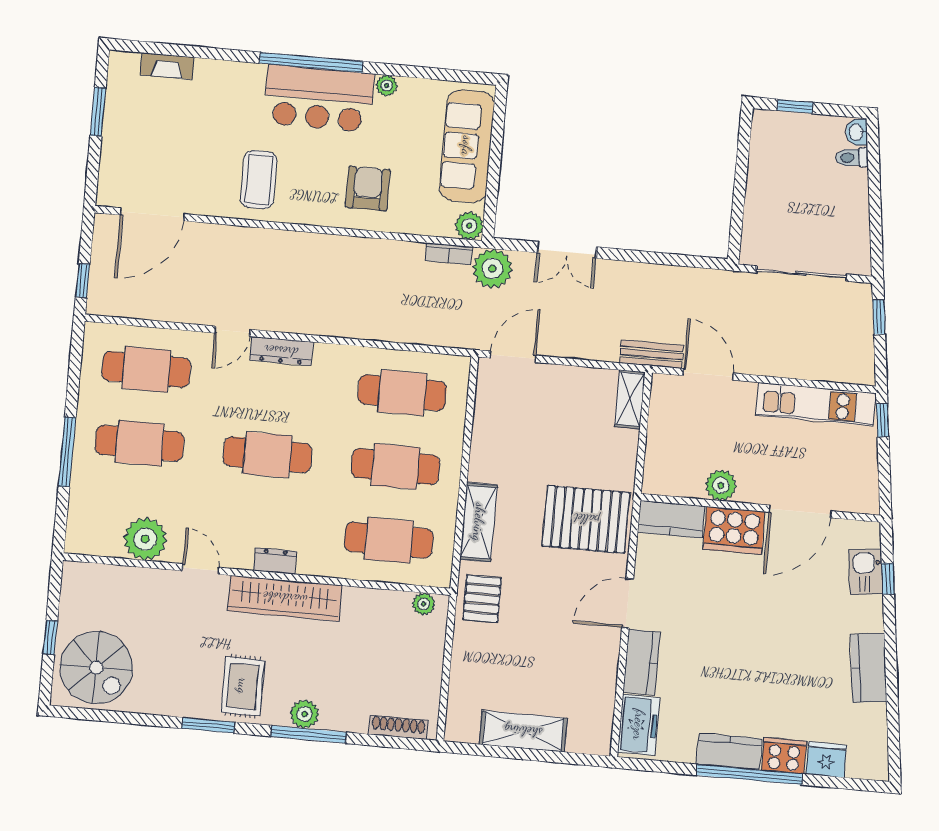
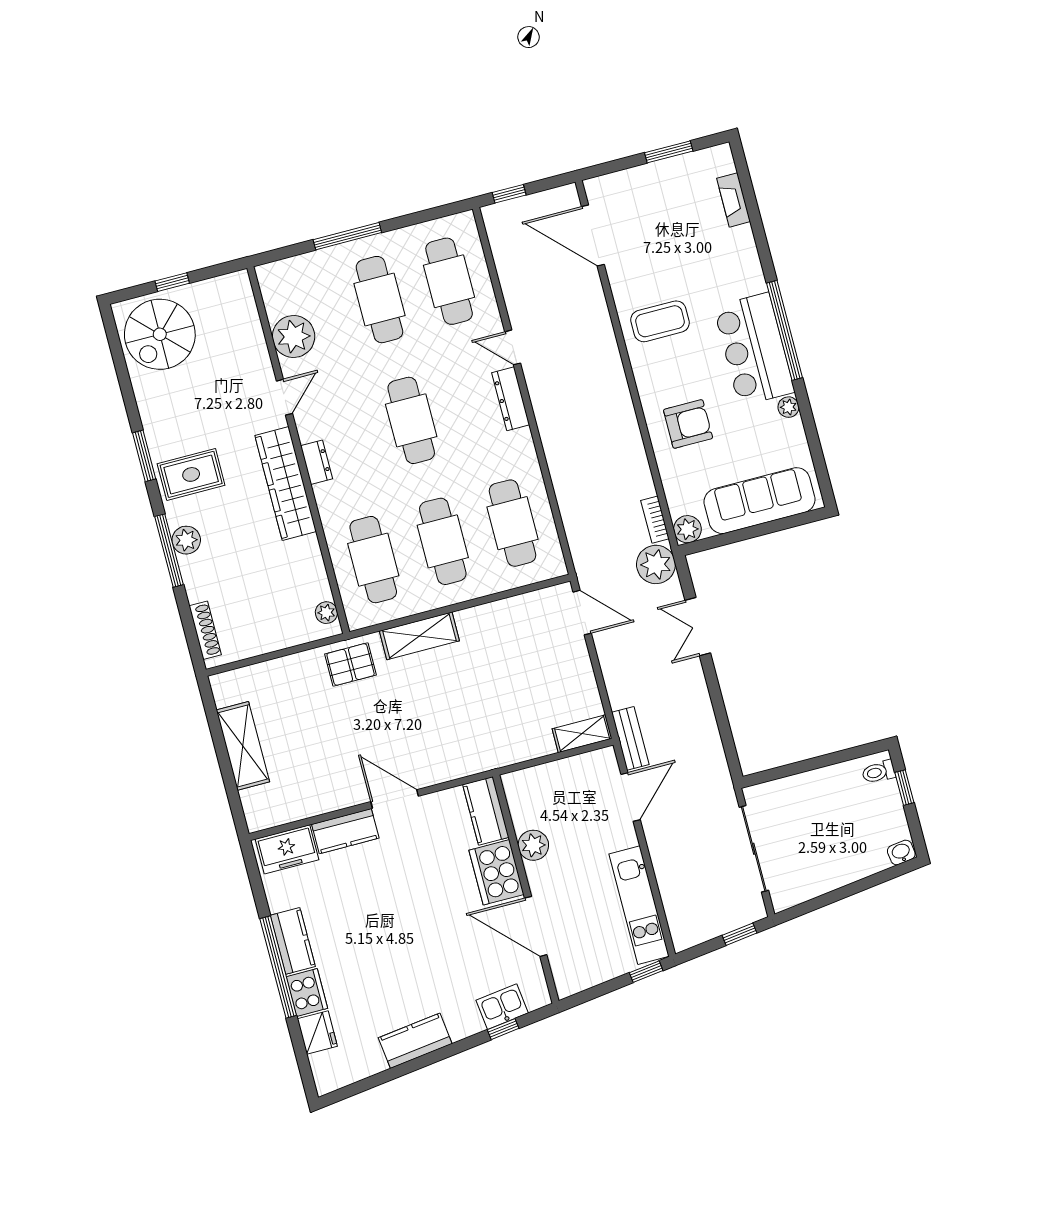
toilet: (852, 158) -> (879, 772), moved, turned -83
pallet: (586, 519) -> (458, 733), removed

